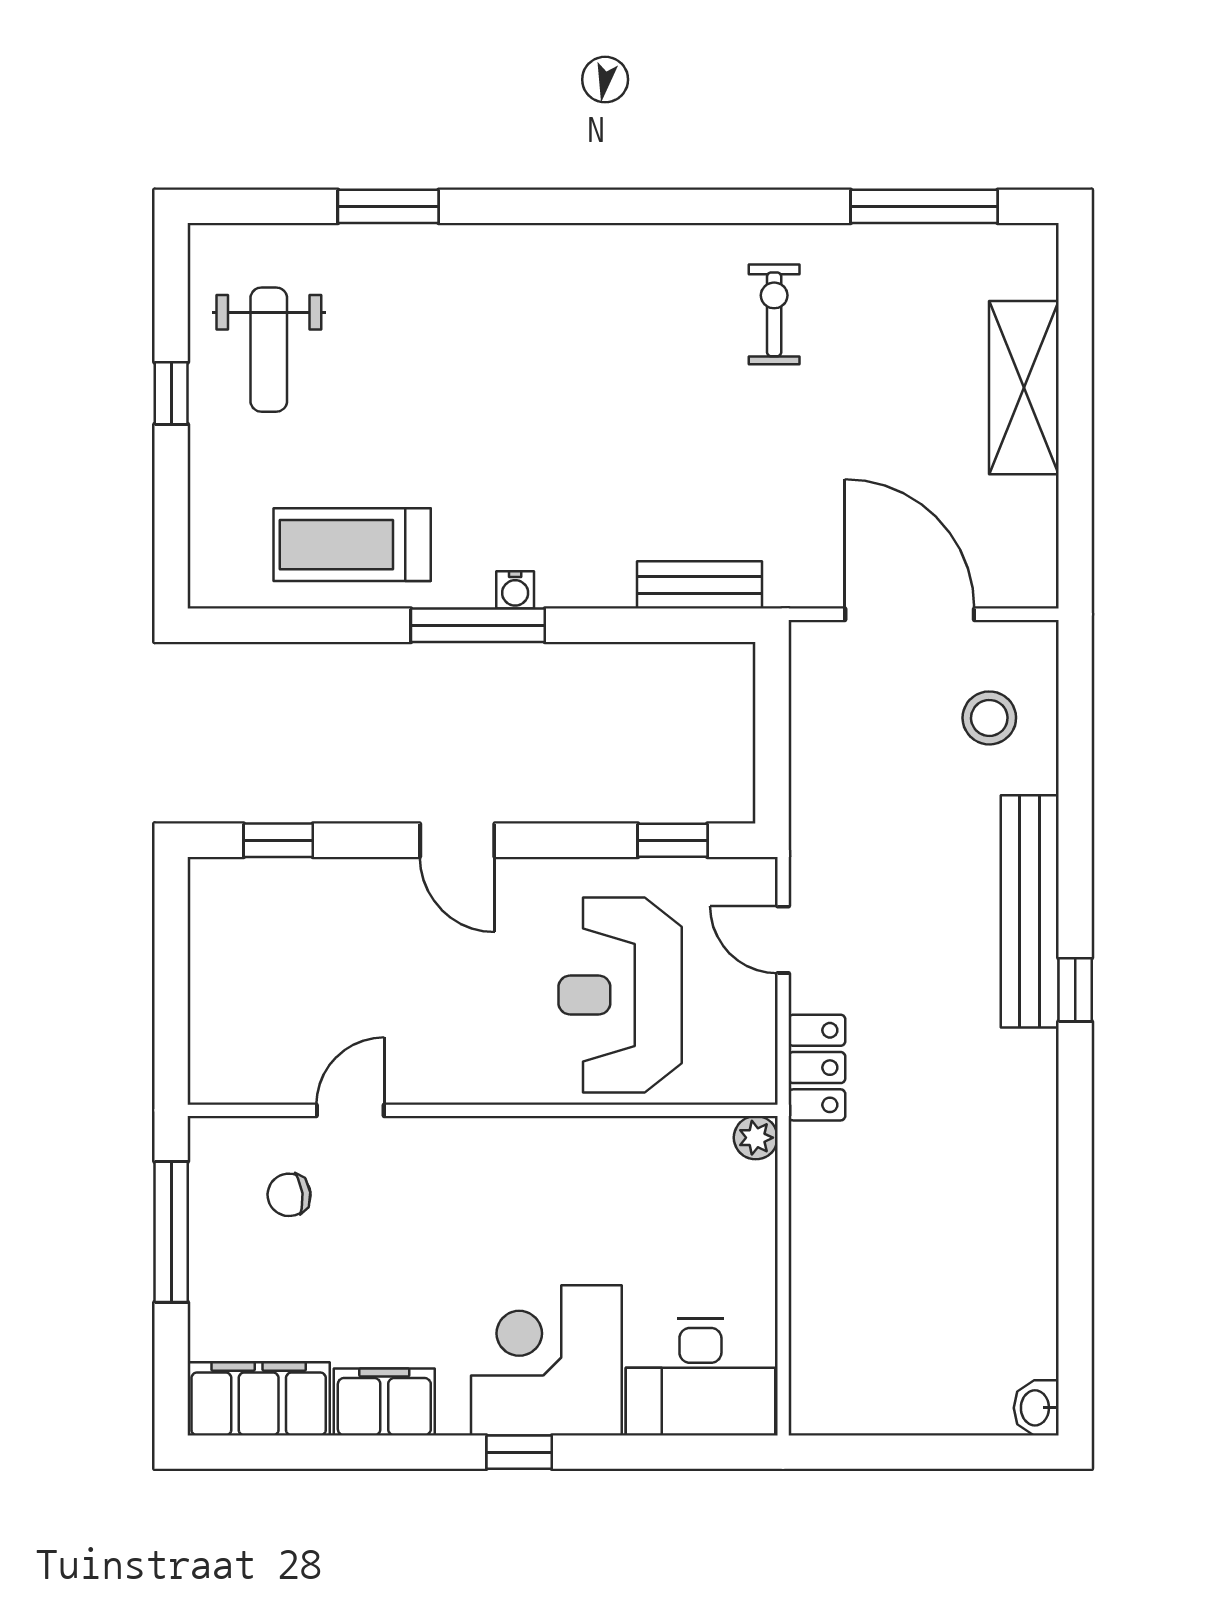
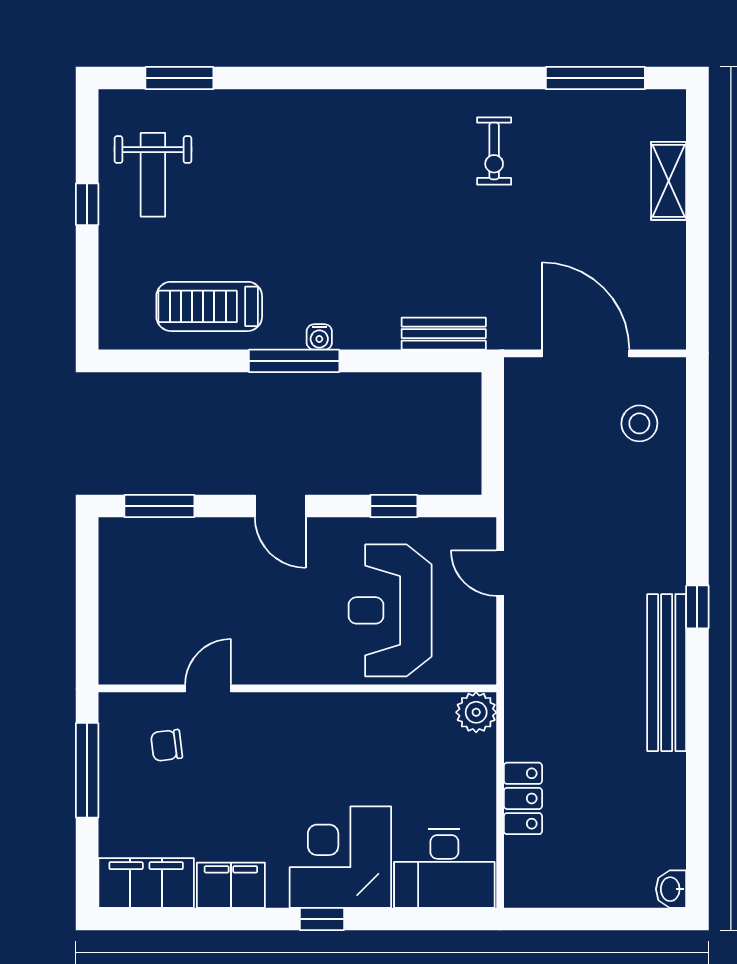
window: (388, 206) -> (179, 78), moved
exercise bike: (774, 314) -> (494, 151), turned 180
shelving: (1024, 388) -> (669, 181), width x0.67, depth x0.75
window: (278, 840) -> (159, 506), width x1.50
window: (673, 840) -> (394, 506), moved
bench: (1030, 911) -> (667, 673), moved
locker: (817, 1068) -> (523, 798), moved
plant: (756, 1138) -> (476, 712), width x1.38, depth x1.38

